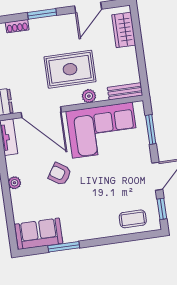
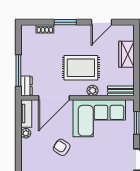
wardrobe: (124, 30) -> (126, 54), moved
door: (41, 112) -> (54, 98), hinge flipped
plant: (14, 183) -> (26, 133), moved

